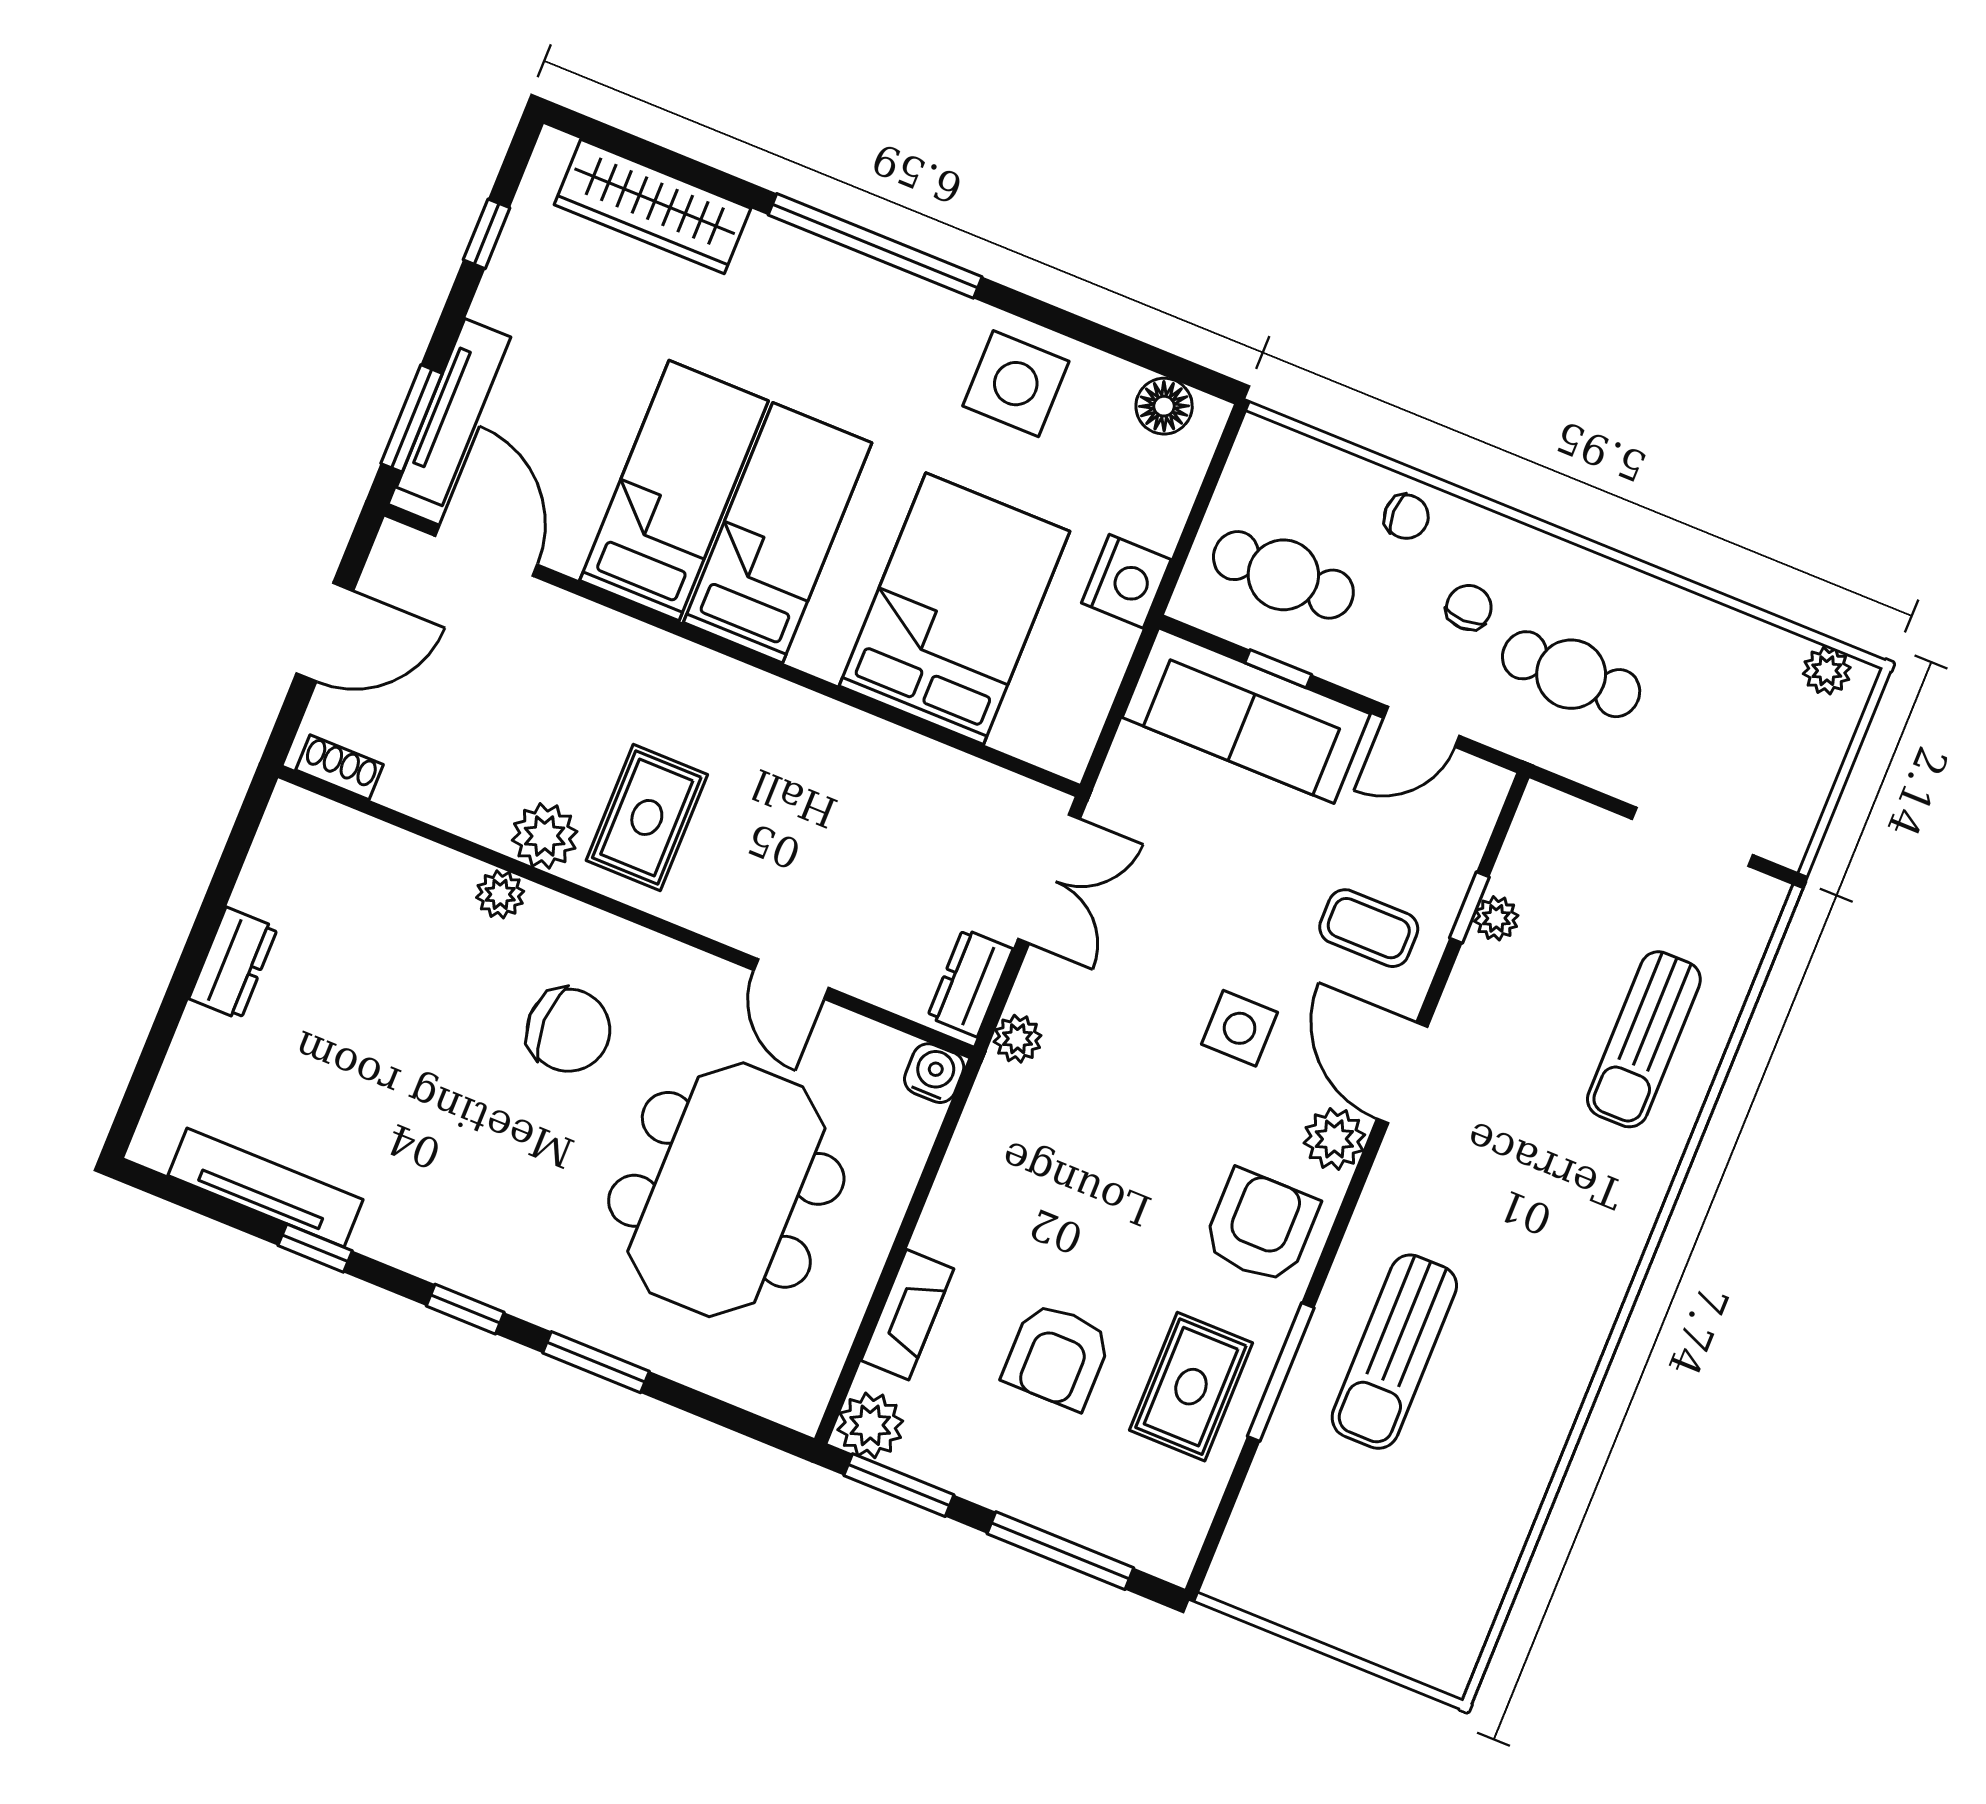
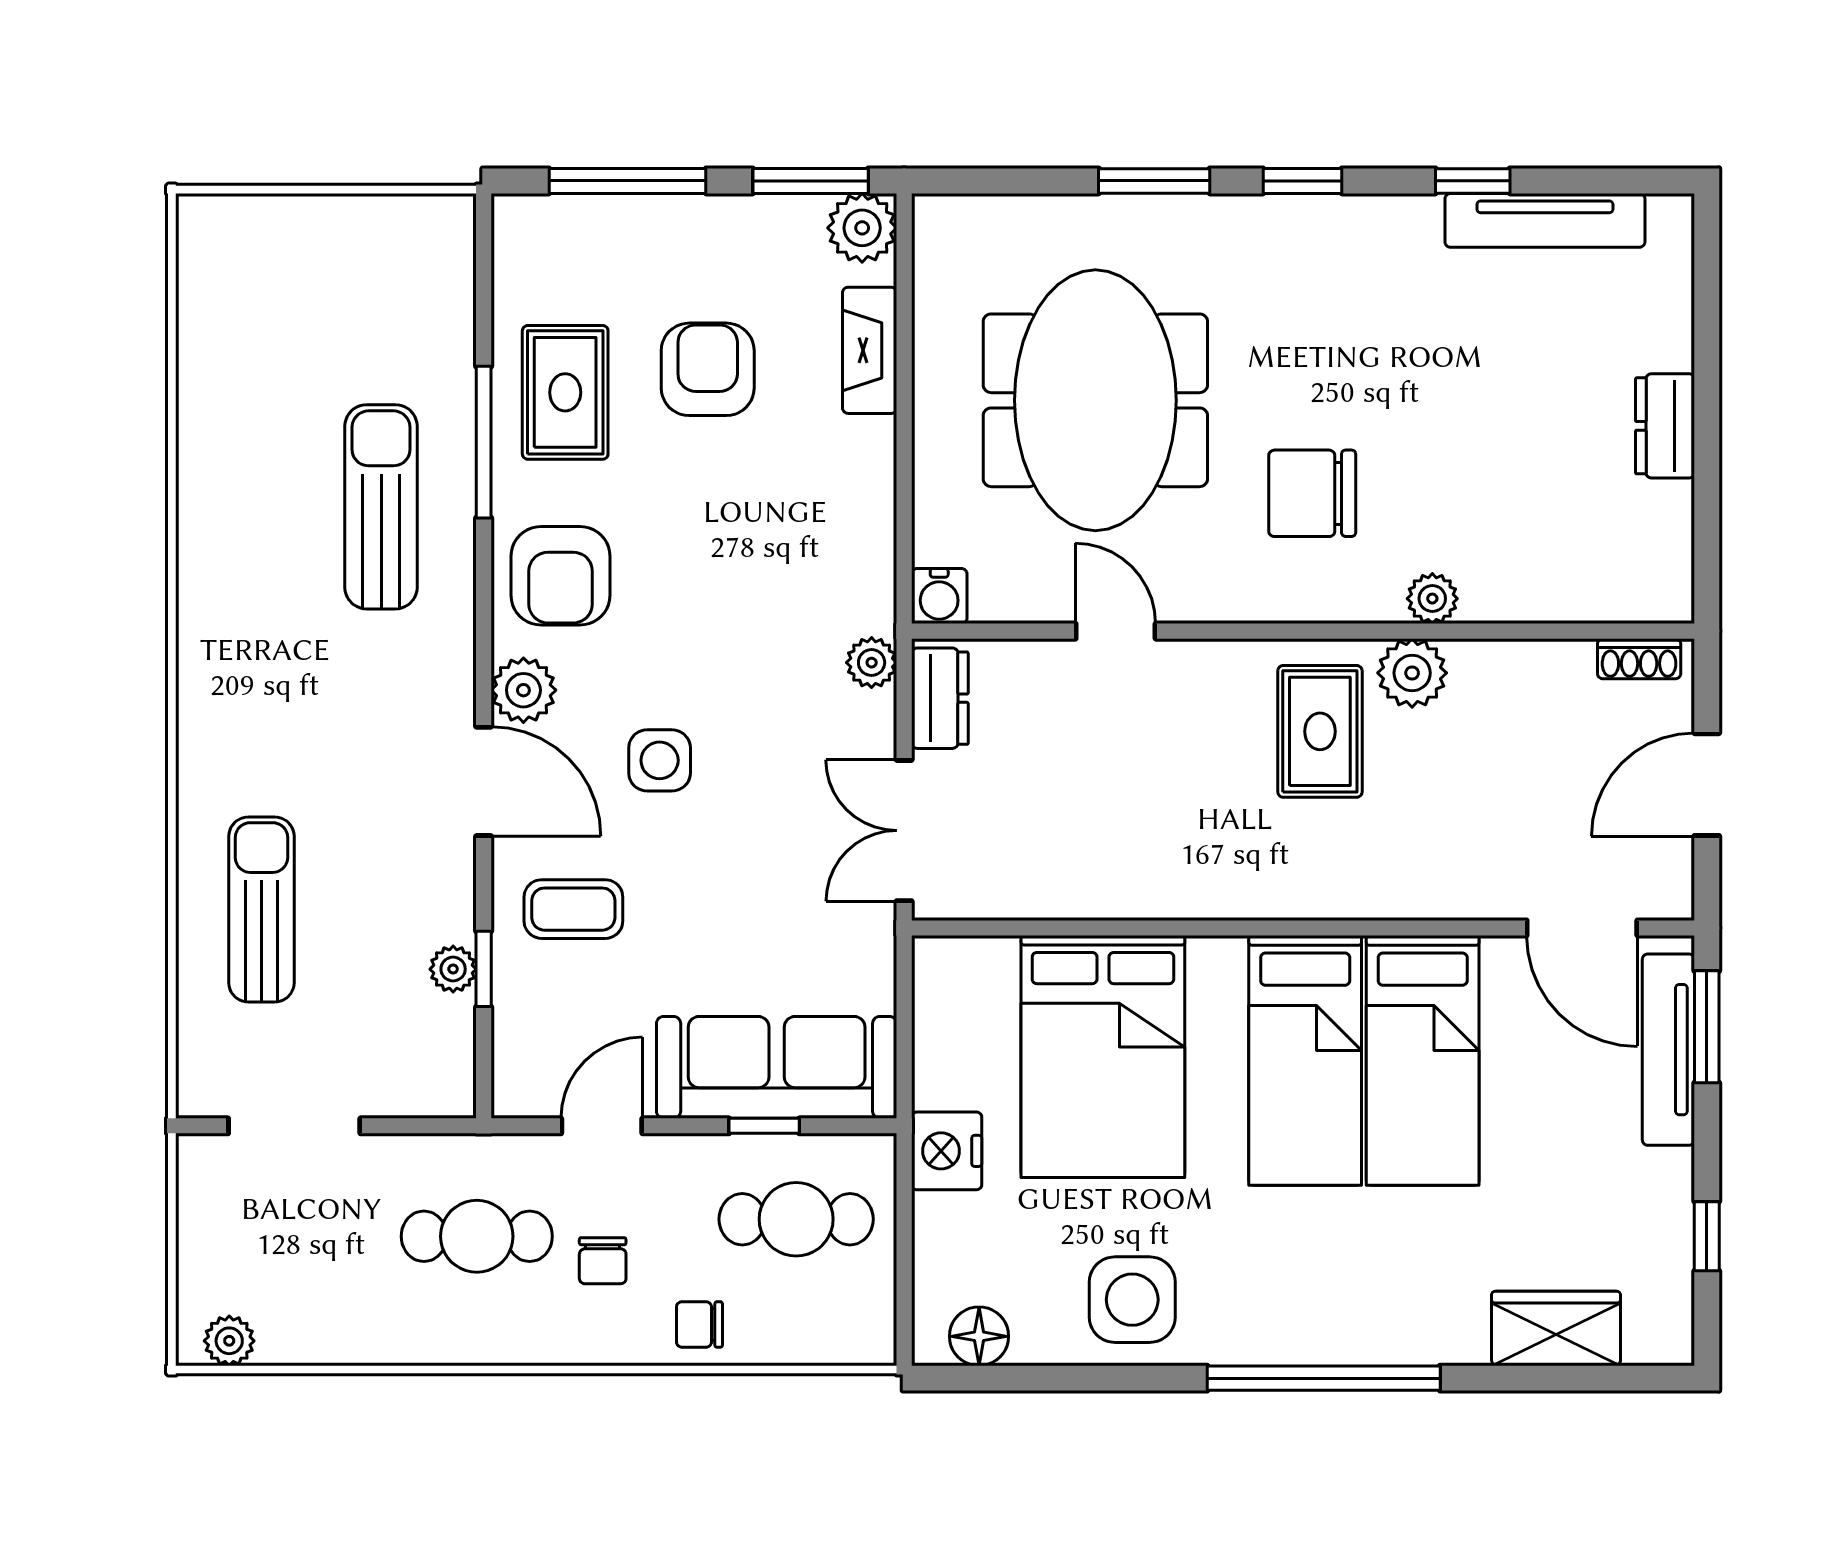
wardrobe: (652, 206) -> (1556, 1328), width x0.67

